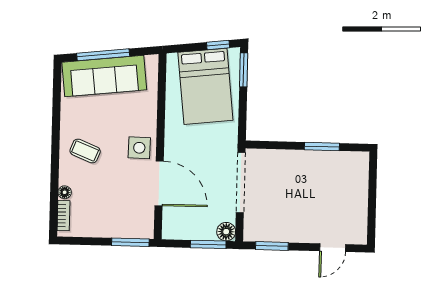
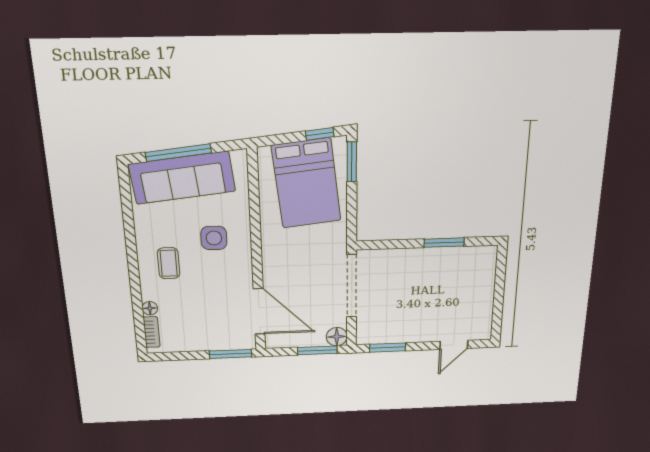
side table: (139, 148) -> (214, 238), moved
coffee table: (85, 151) -> (169, 263), turned 68
door: (159, 183) -> (259, 311), moved

